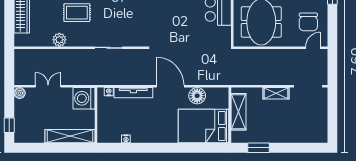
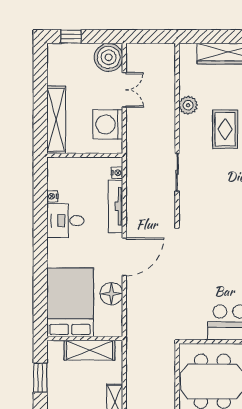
boiler: (20, 93) -> (109, 57), width x1.86, depth x1.86
washing machine: (84, 98) -> (108, 124), moved, turned -90
desk: (144, 129) -> (65, 221), added

